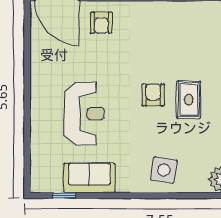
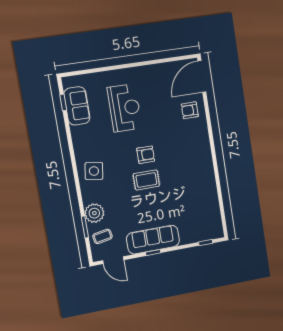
reception desk: (84, 114) -> (125, 108), turned -90
sofa: (89, 178) -> (77, 106), moved

